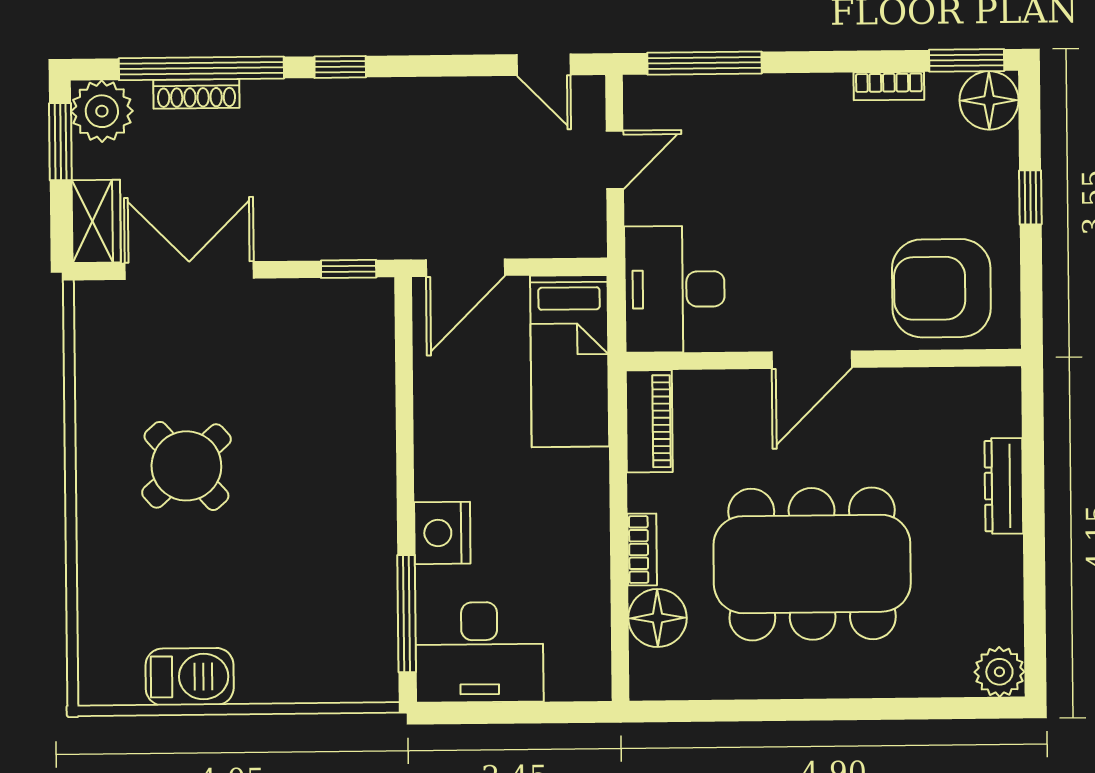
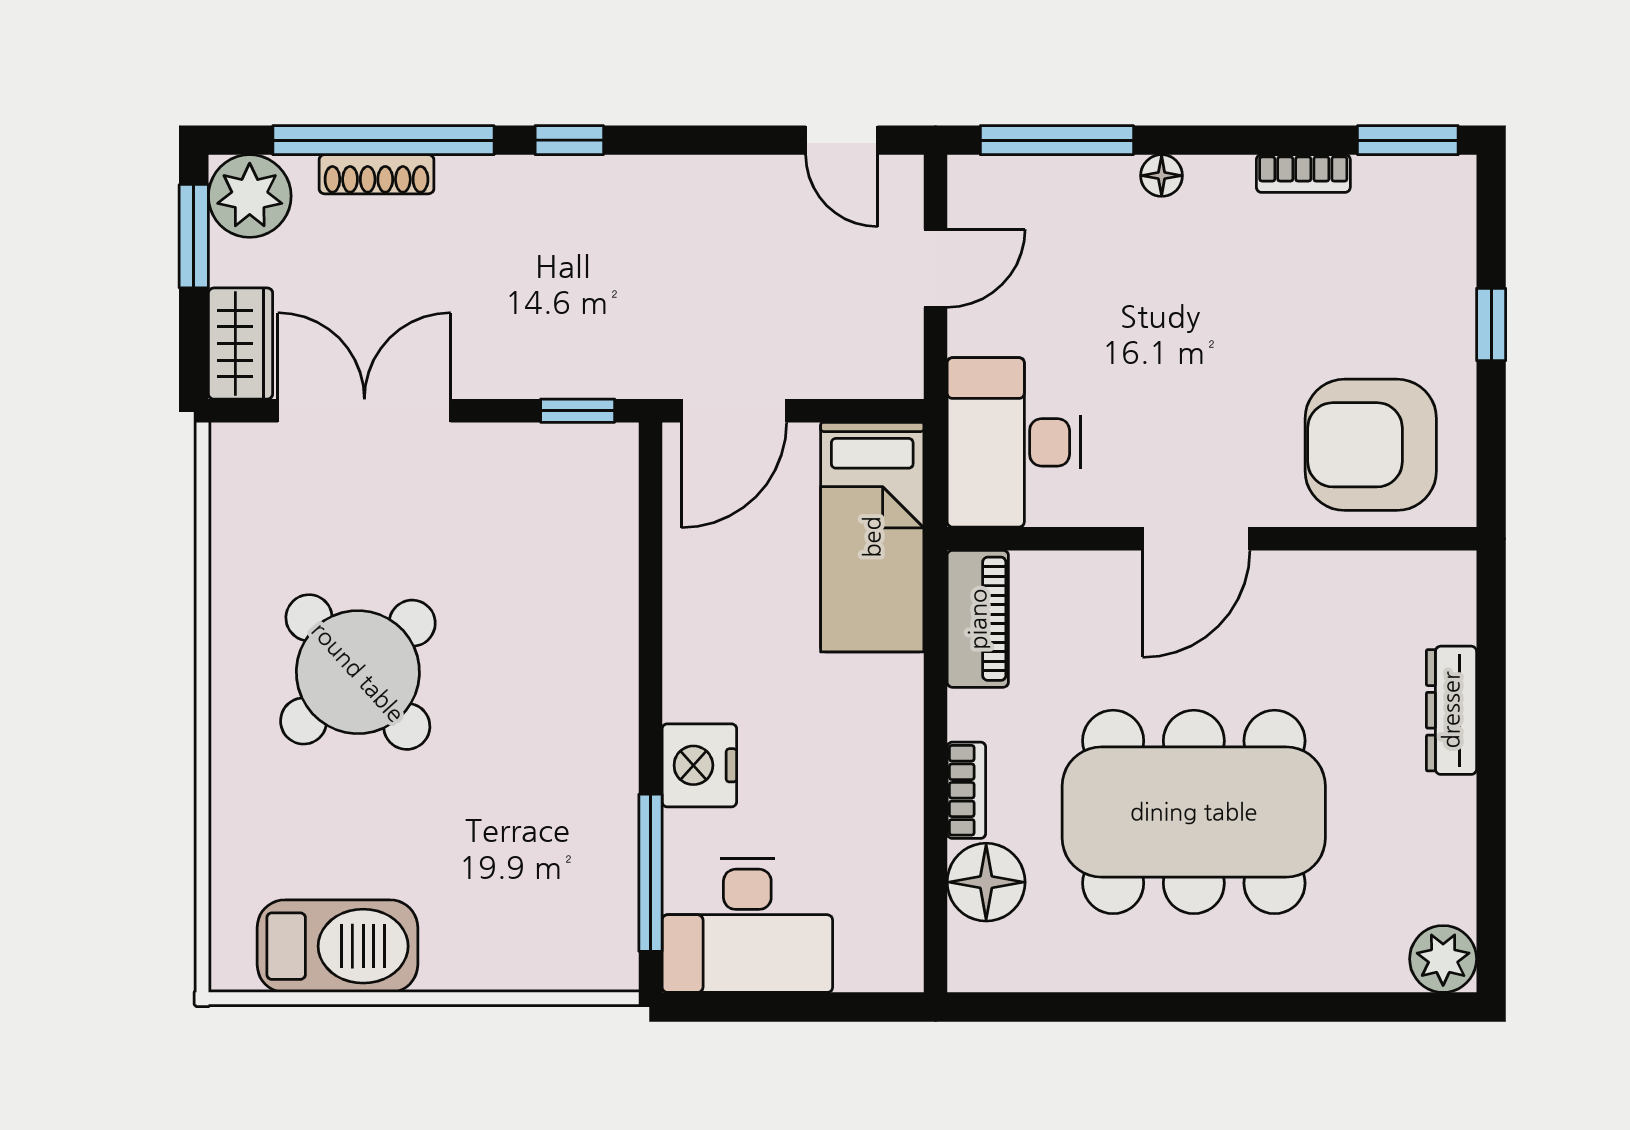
floor lamp: (989, 100) -> (1162, 176), moved, width x0.53, depth x0.53
round table: (186, 466) -> (358, 672), width x1.36, depth x1.36
barbecue: (190, 677) -> (337, 946), width x1.37, depth x1.21

